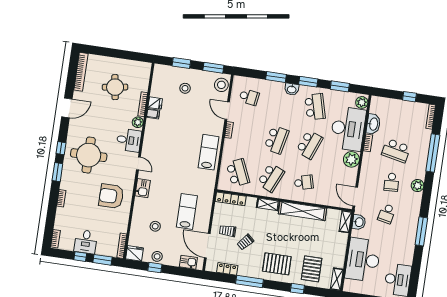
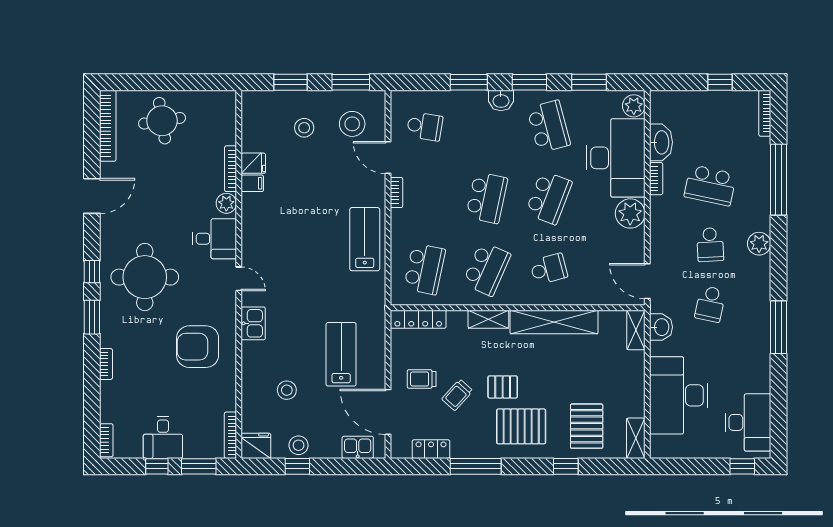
stool: (221, 85) -> (352, 124), moved
round table: (115, 87) -> (162, 121), moved
school desk: (238, 173) -> (425, 269), turned 36
pallet: (270, 241) -> (503, 387), added

